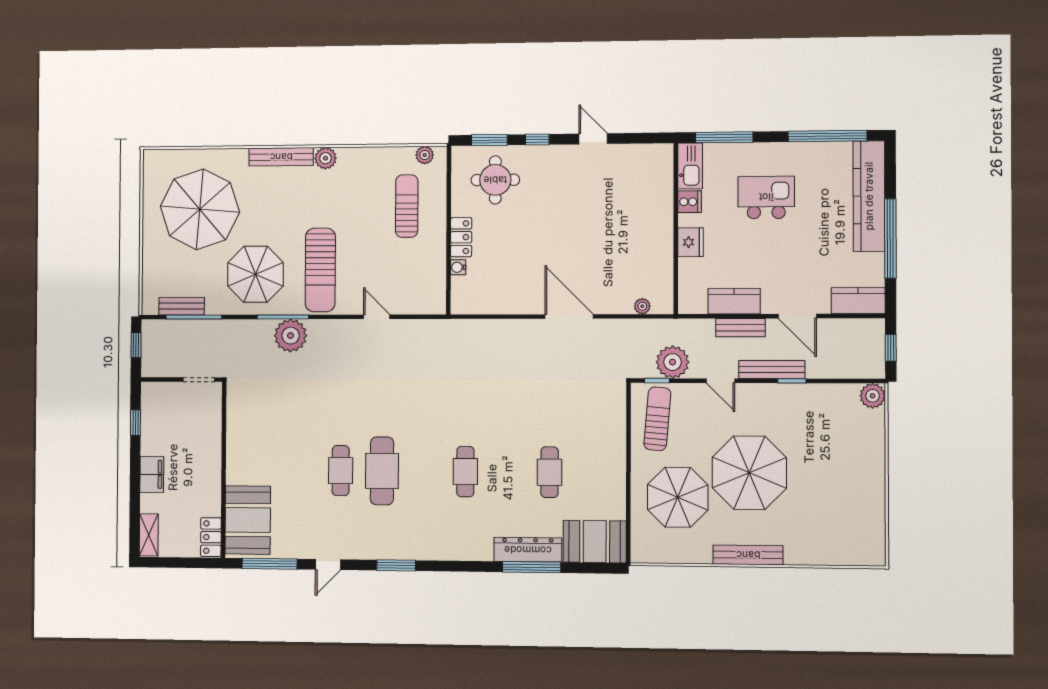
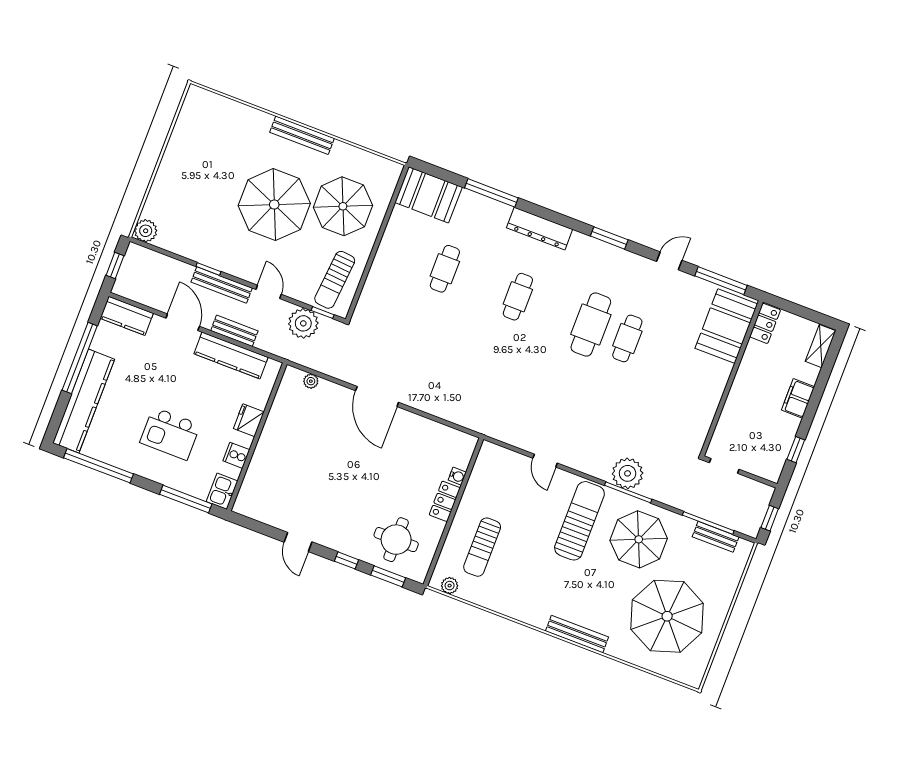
plant: (326, 158) -> (538, 617), removed
kitchen sink: (690, 166) -> (222, 491), width x0.73
kitchen counter: (734, 301) -> (231, 355), width x1.50
dresser: (528, 550) -> (540, 228), moved

